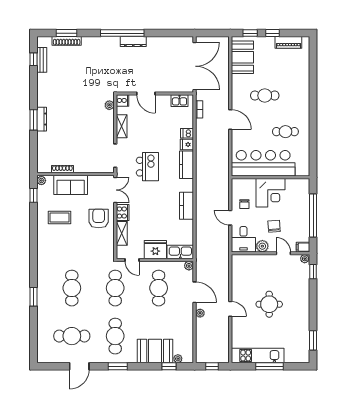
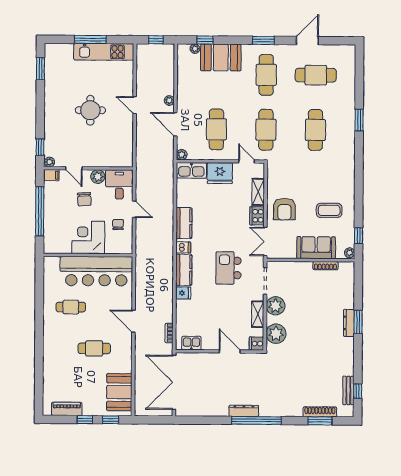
plant: (109, 105) -> (276, 334), width x1.87, depth x1.87
dishwasher: (187, 133) -> (183, 247), moved
plant: (106, 134) -> (276, 306), added

